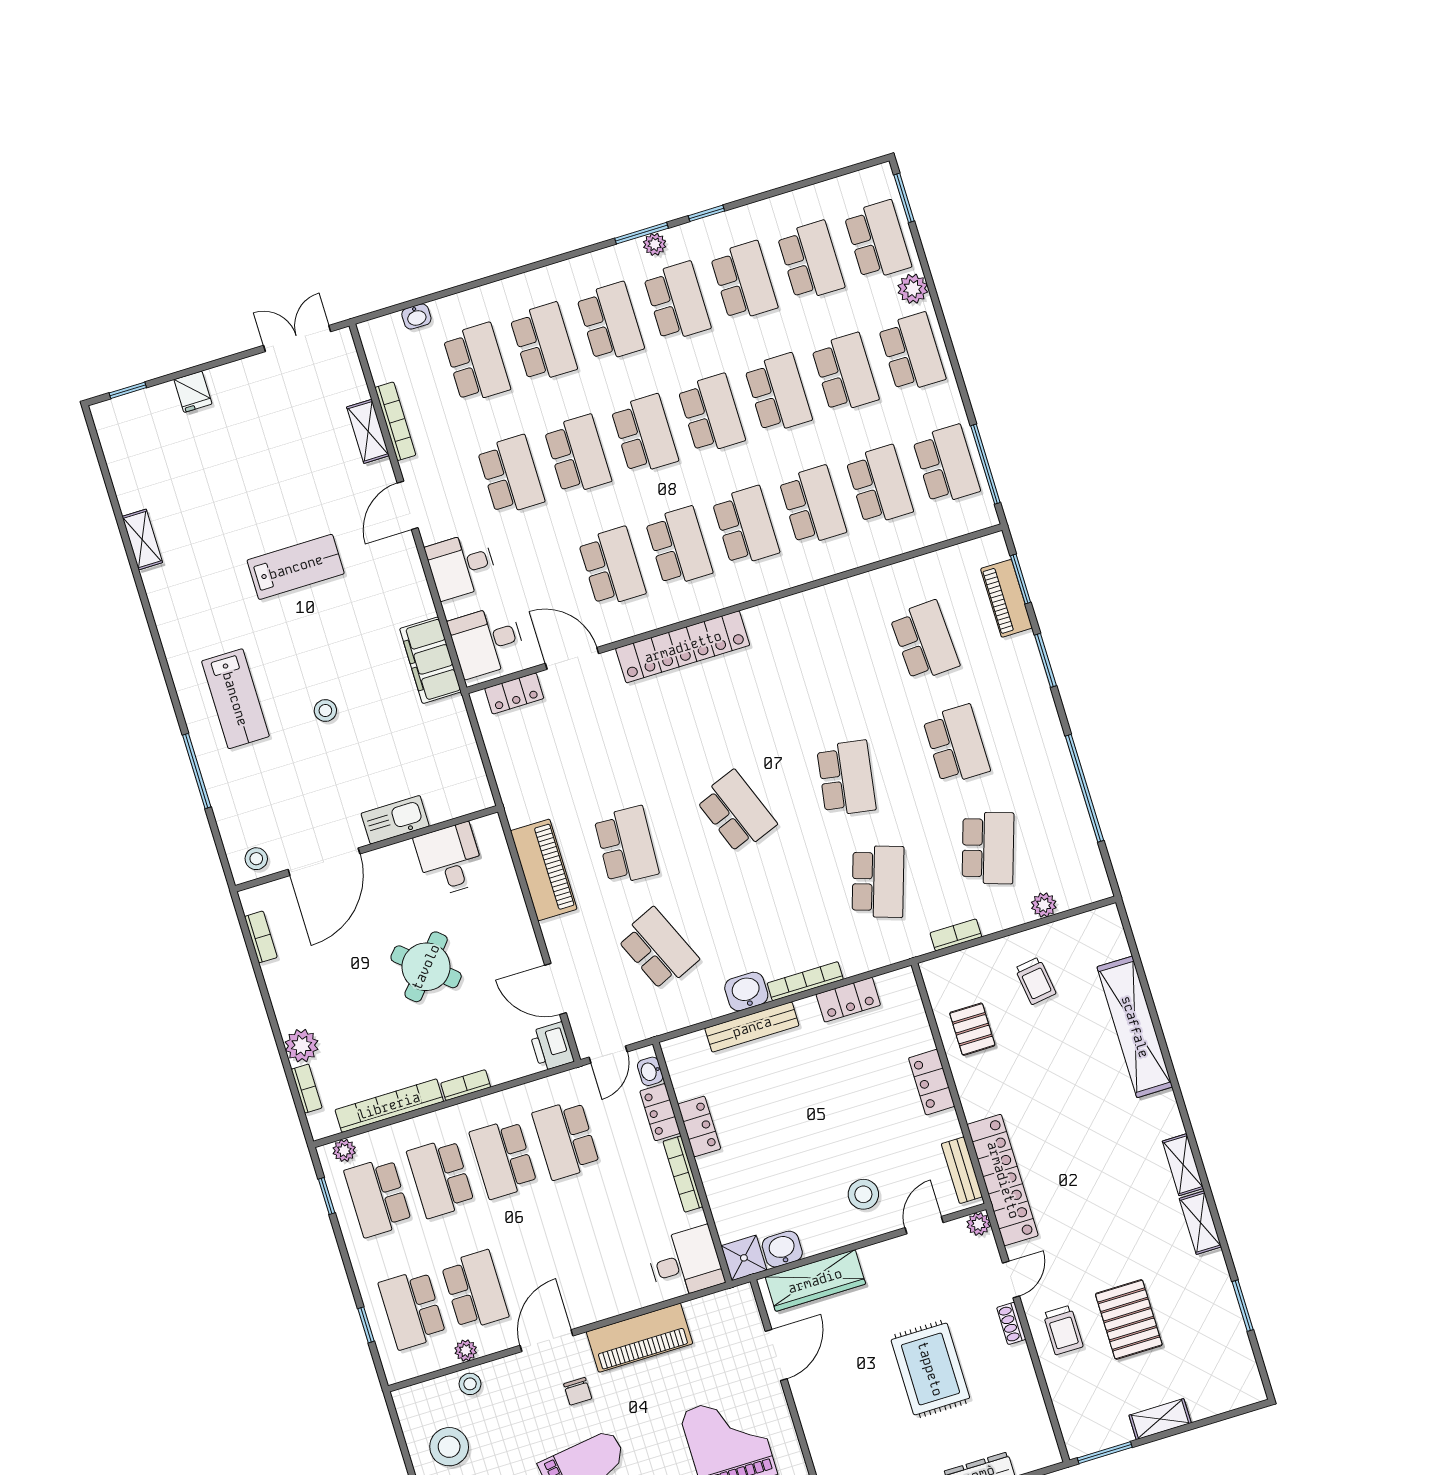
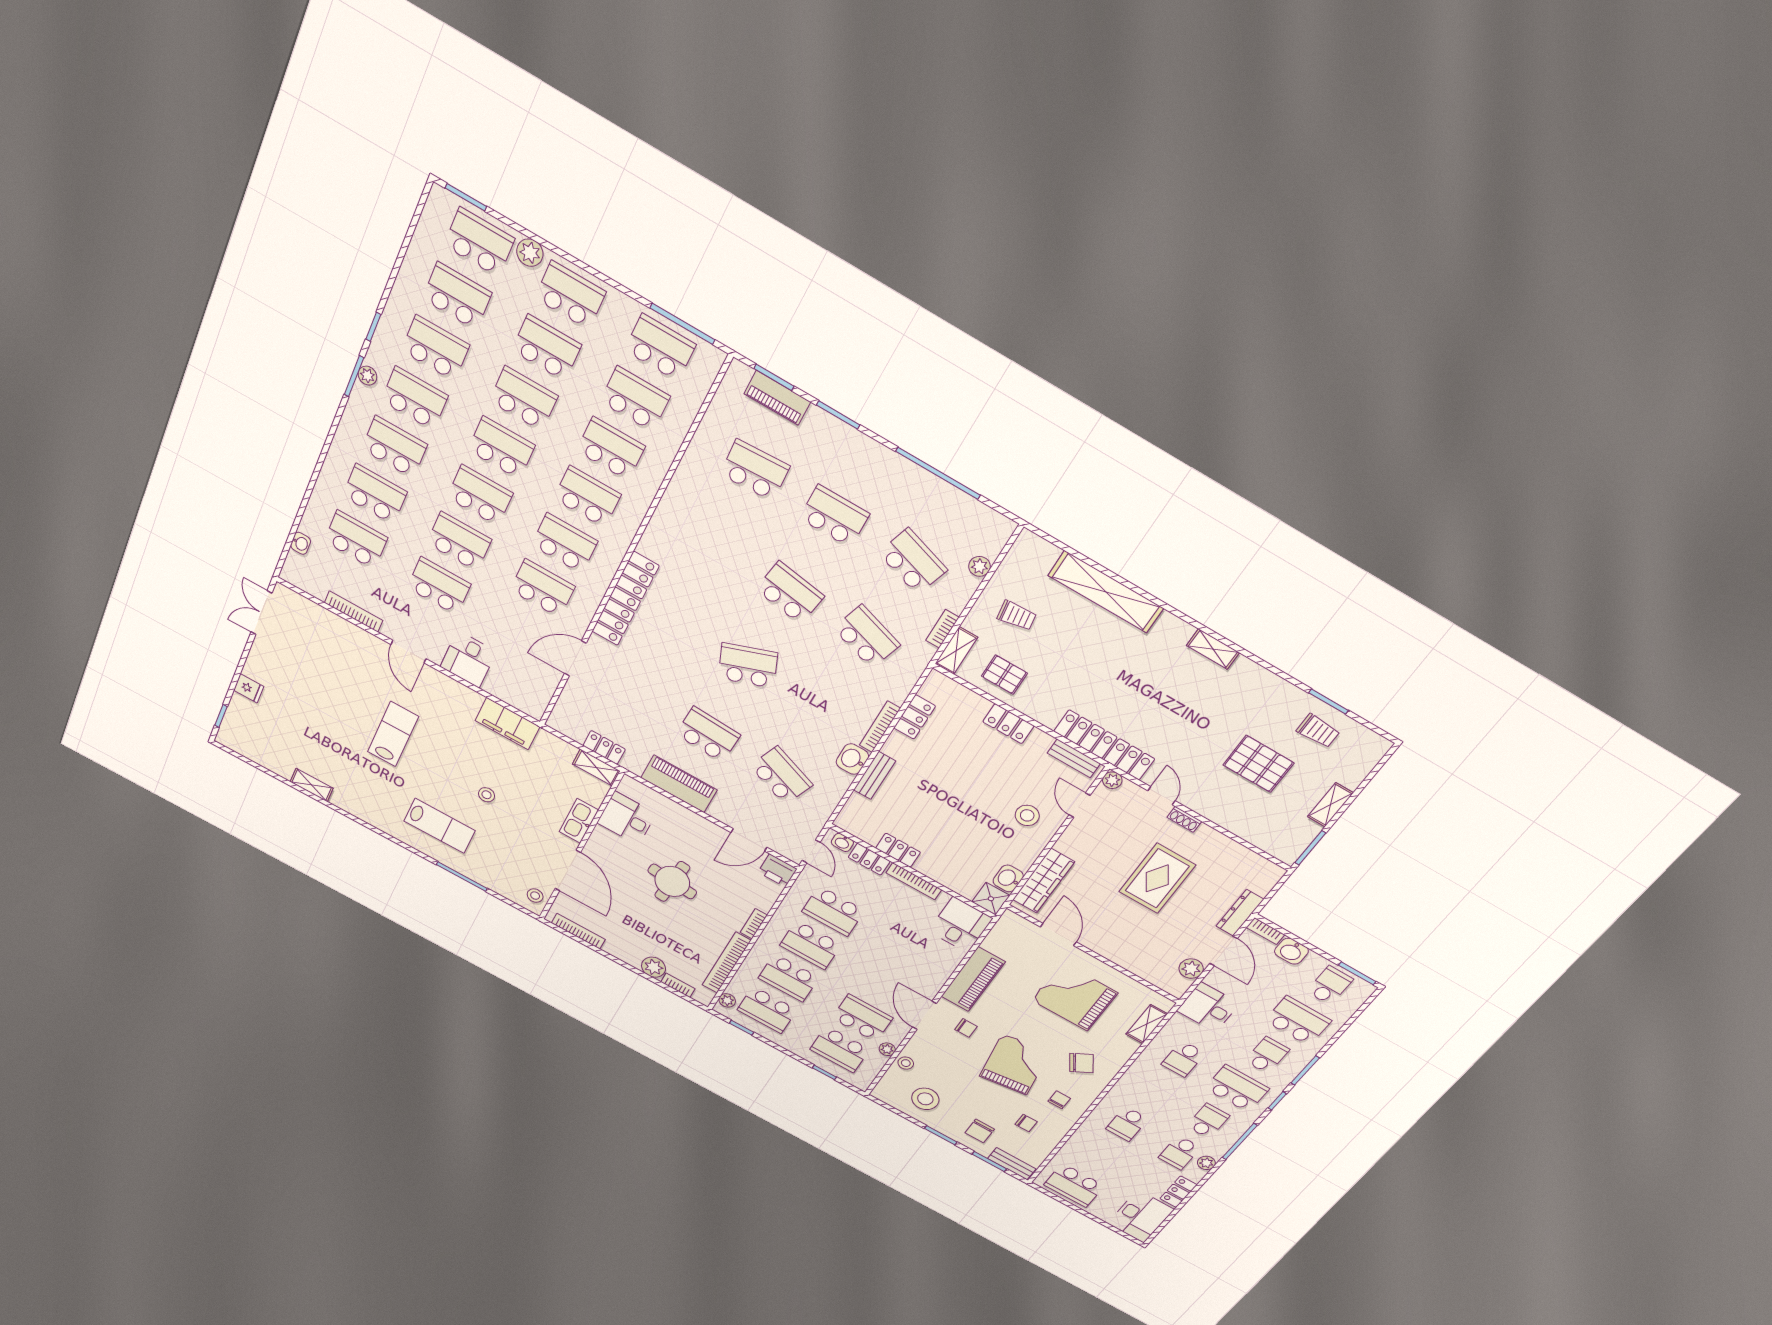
shelving: (368, 431) -> (596, 767), moved
desk: (487, 641) -> (524, 688), removed
locker: (514, 693) -> (604, 748), moved, turned -90
bookcase: (261, 937) -> (578, 931), width x1.56
school desk: (658, 949) -> (781, 775), turned 45
round table: (426, 967) -> (672, 881), turned -36
bench: (752, 1027) -> (875, 775), width x0.73
shelving: (1200, 1223) -> (956, 650), moved, turned 90
trolley: (1063, 1330) -> (1318, 731), moved
rug: (930, 1369) -> (1157, 878), turned 90

